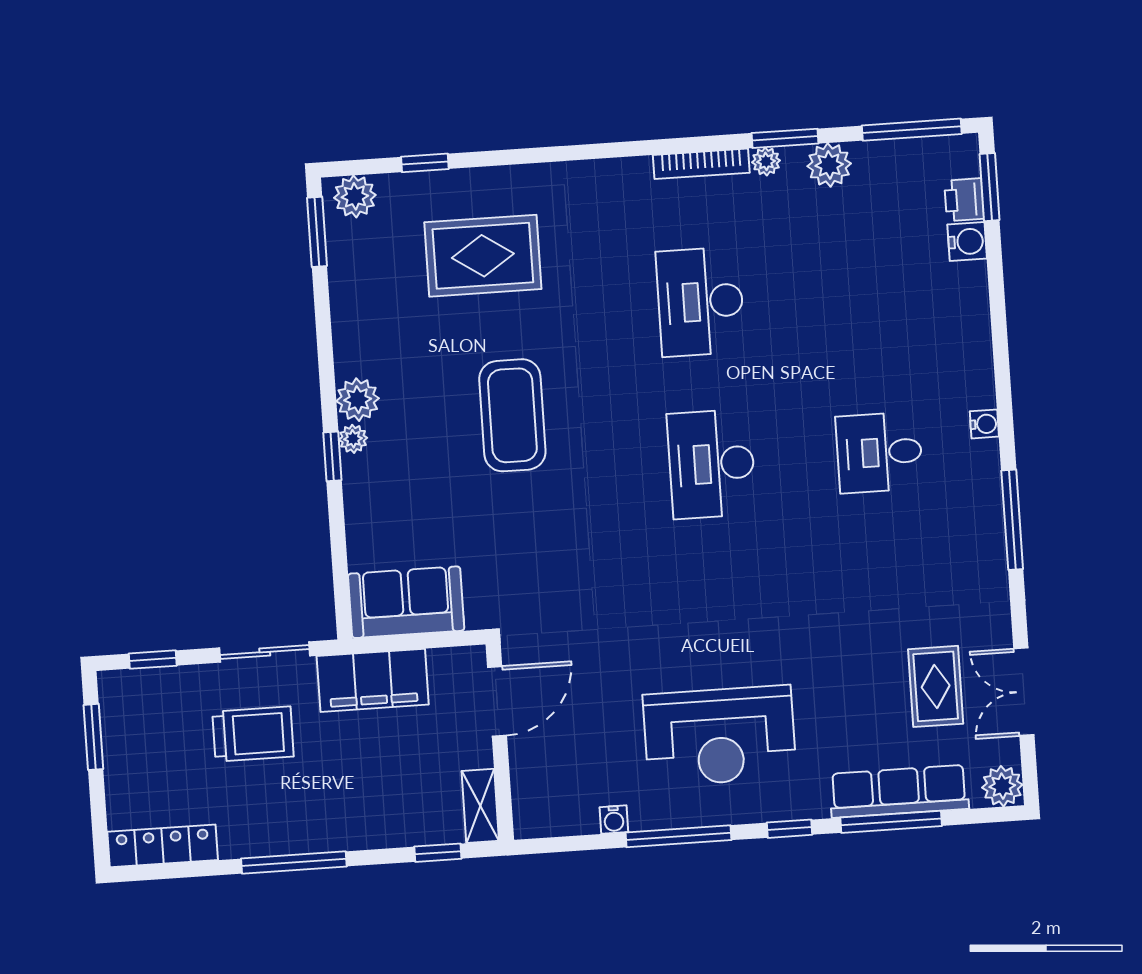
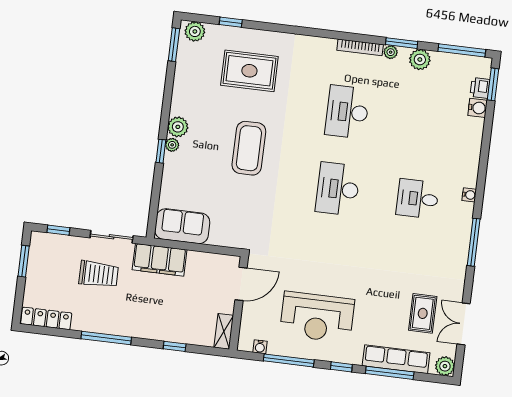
door: (497, 701) -> (241, 284), moved
wall: (500, 742) -> (239, 303), moved
shelving: (480, 806) -> (224, 331), moved

